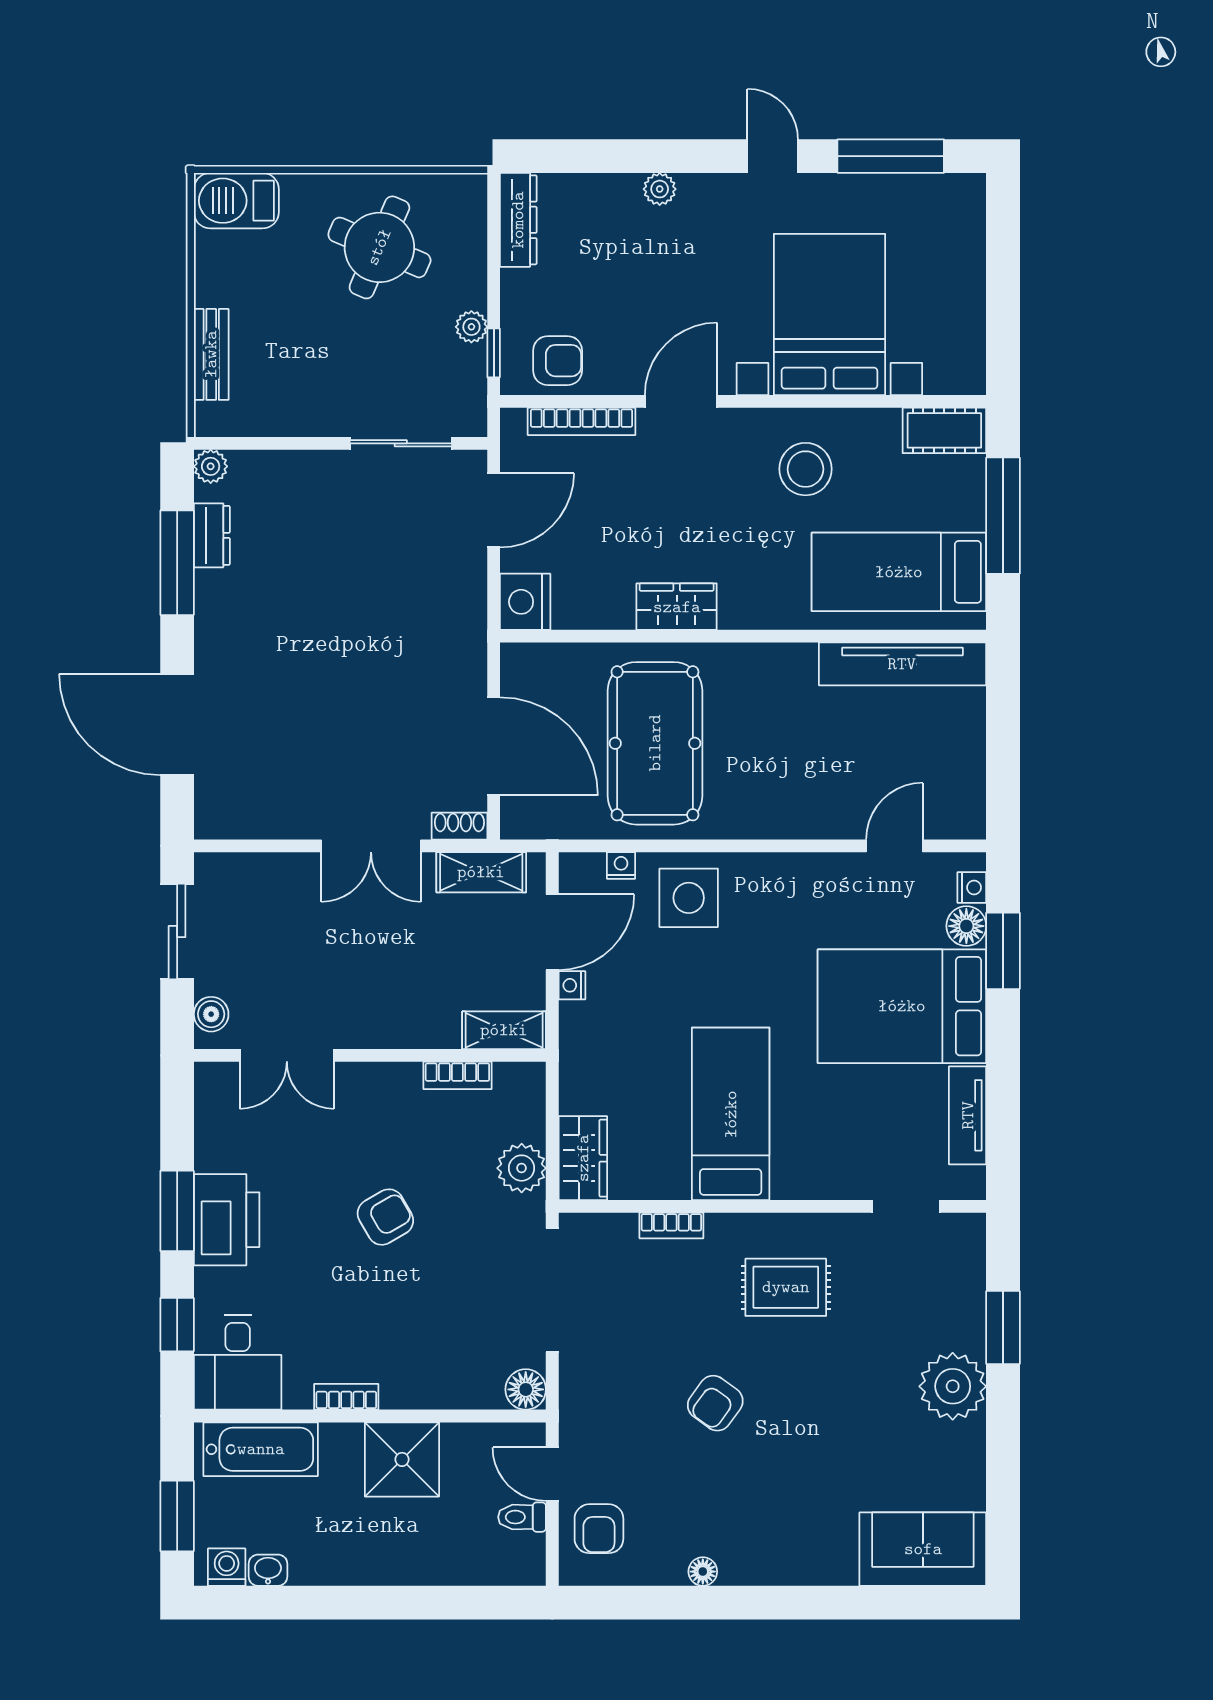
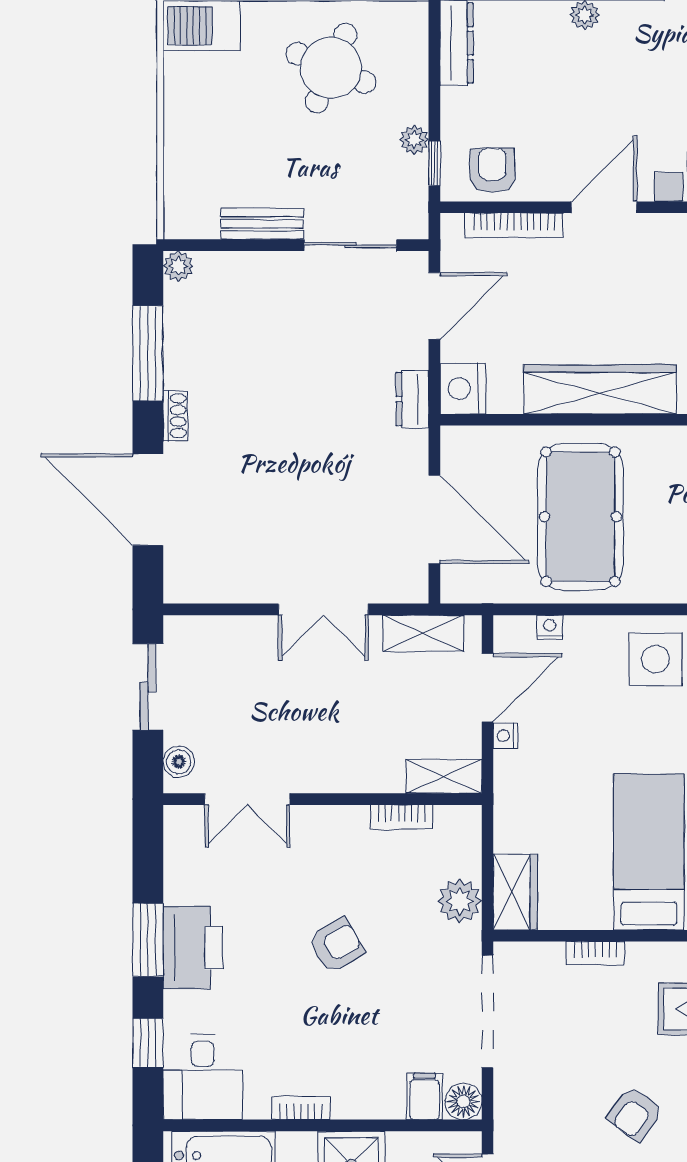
bench: (211, 354) -> (262, 224), moved, turned 90
armchair: (558, 361) -> (492, 170), turned -90
dresser: (212, 535) -> (412, 399), moved, turned 180
wardrobe: (677, 607) -> (600, 389), width x2.10, depth x1.17
shoe rack: (459, 826) -> (175, 416), moved, turned 90
side table: (689, 898) -> (655, 659), moved
filing cabinet: (483, 1384) -> (425, 1096), added

